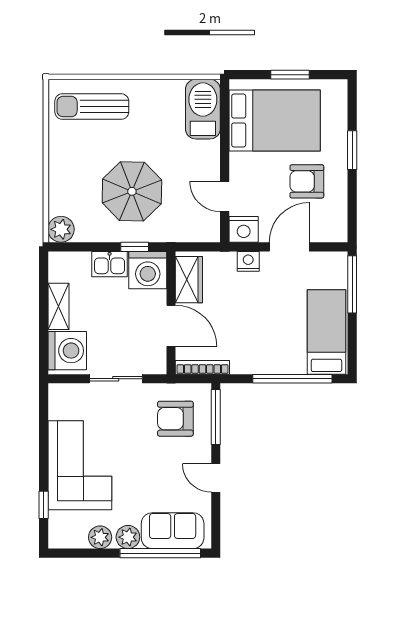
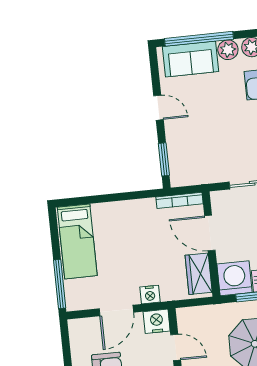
window: (292, 379) -> (102, 199), removed
window: (216, 417) -> (164, 159), width x0.69
armchair: (175, 419) -> (198, 154), removed

